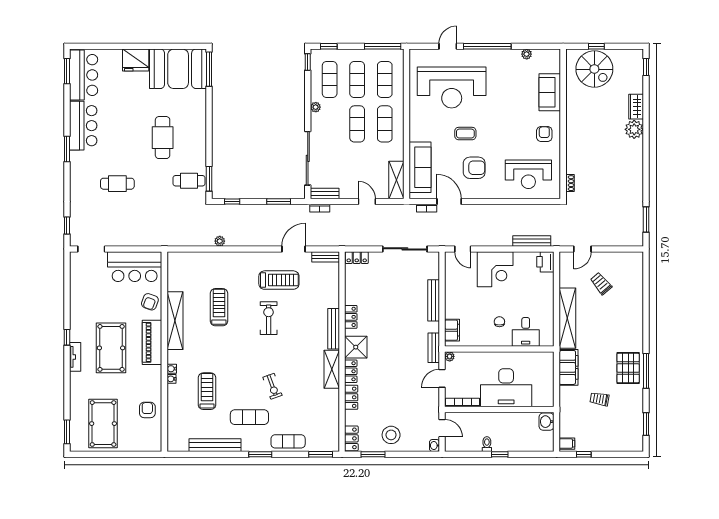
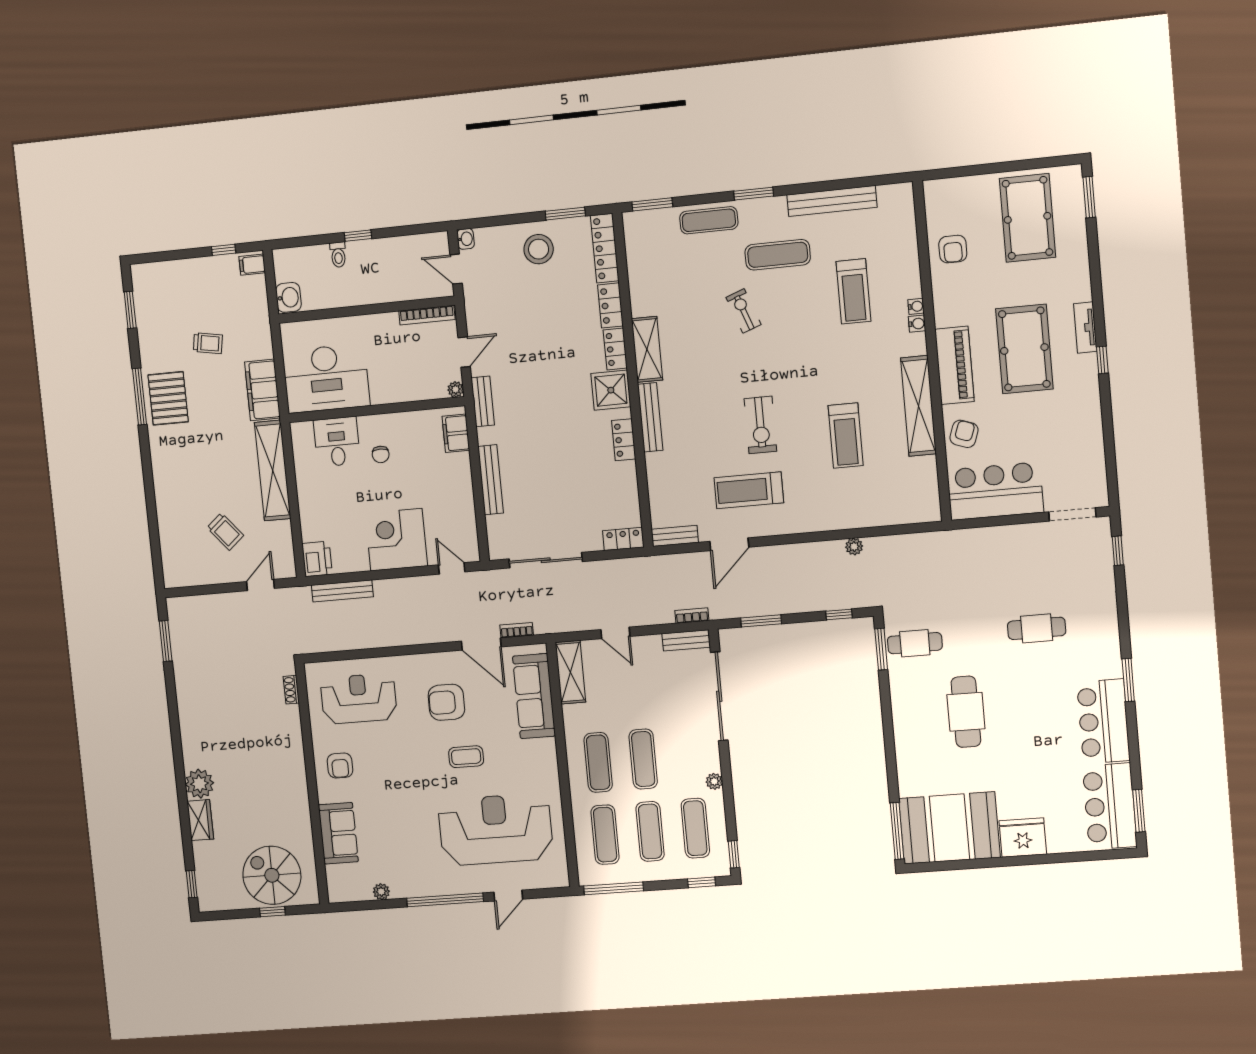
desk: (506, 388) -> (326, 378), moved, turned 180
locker: (351, 438) -> (605, 248), width x1.53
toilet: (487, 444) -> (338, 255), moved

